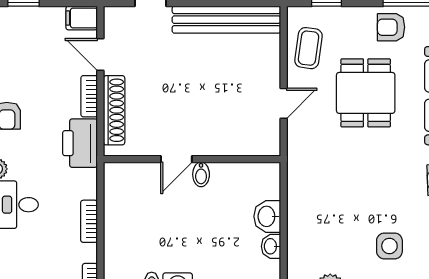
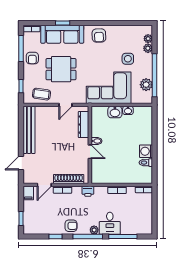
door: (284, 103) -> (66, 105), swing flipped
printer: (80, 143) -> (88, 191), width x0.53, depth x0.68
dresser: (239, 144) -> (83, 125), added
corner sofa: (323, 202) -> (109, 88), added

